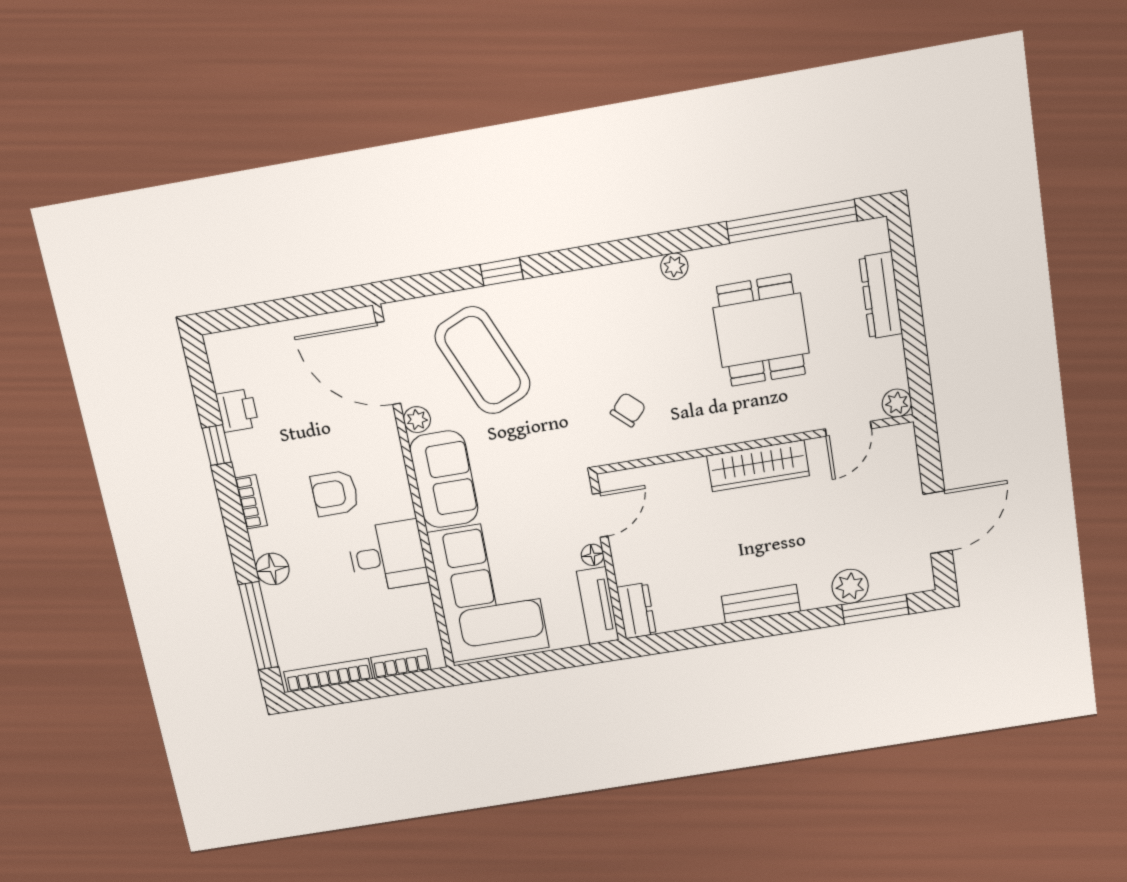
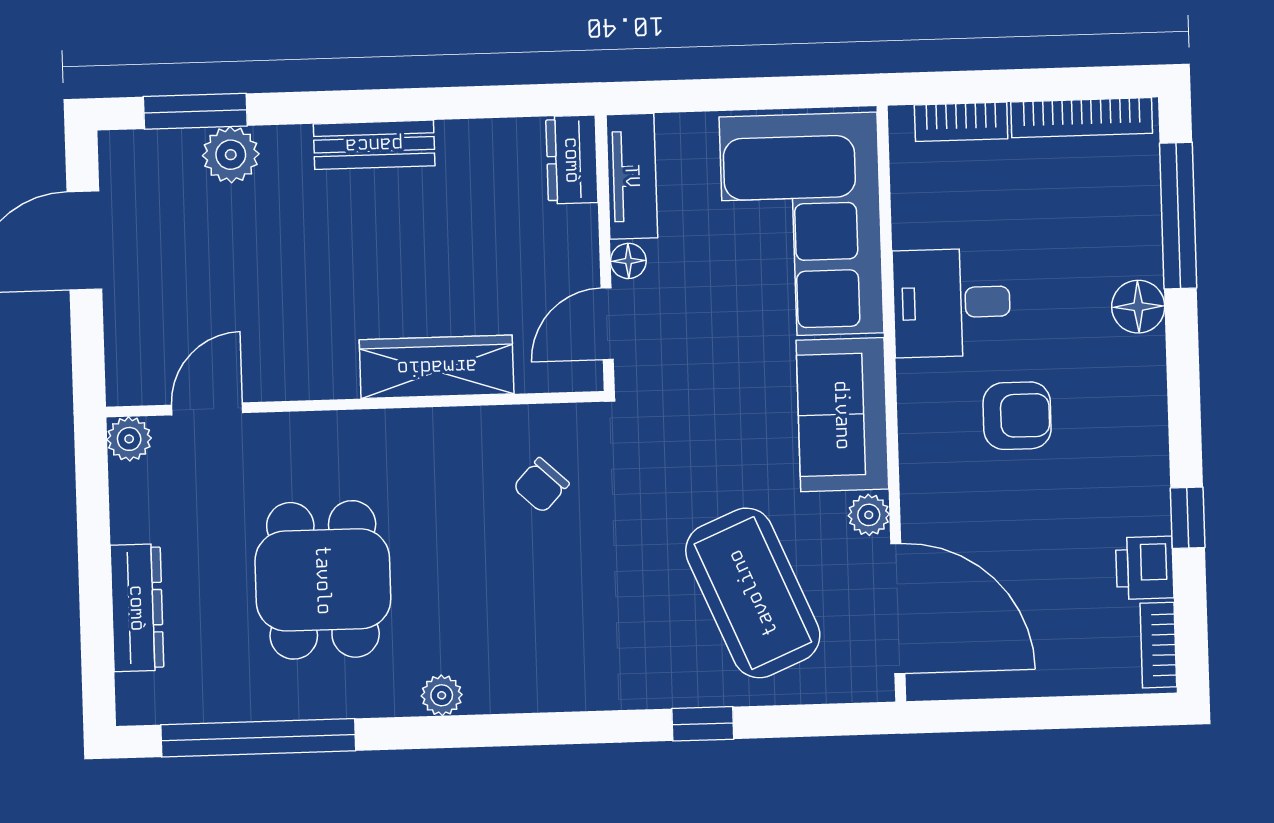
wardrobe: (758, 466) -> (437, 367), moved
bookcase: (251, 502) -> (1158, 645), moved

